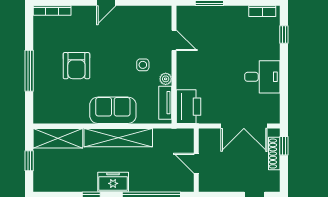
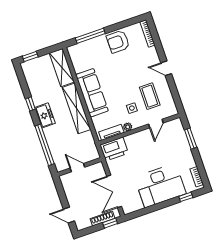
coffee table: (135, 36) -> (150, 96), added
armchair: (76, 66) -> (118, 42), moved
window: (29, 71) -> (90, 36), moved
desk: (262, 77) -> (160, 185), width x1.87, depth x1.30
sofa: (113, 110) -> (92, 93), width x1.36
window: (29, 161) -> (30, 57), moved
door: (196, 163) -> (77, 168), hinge flipped

